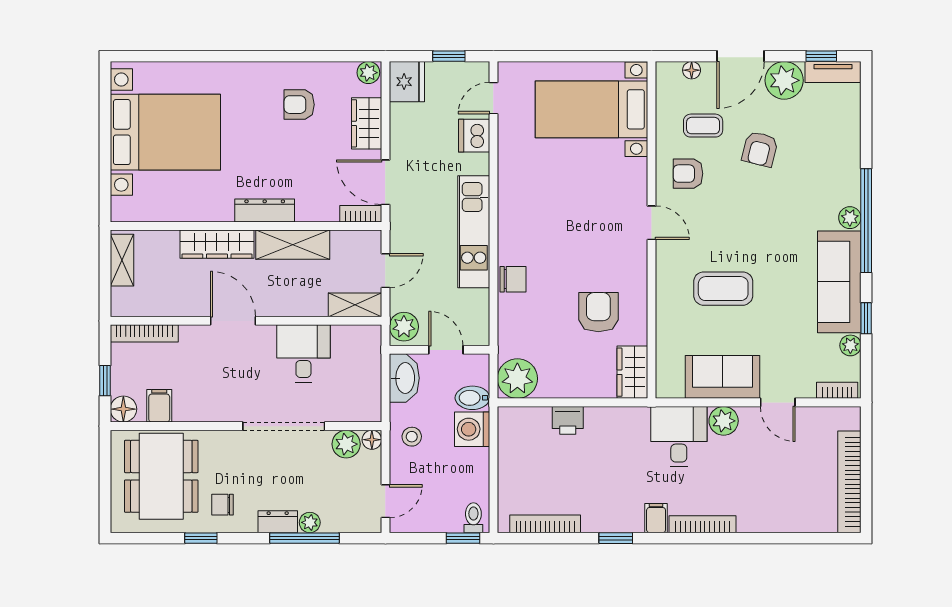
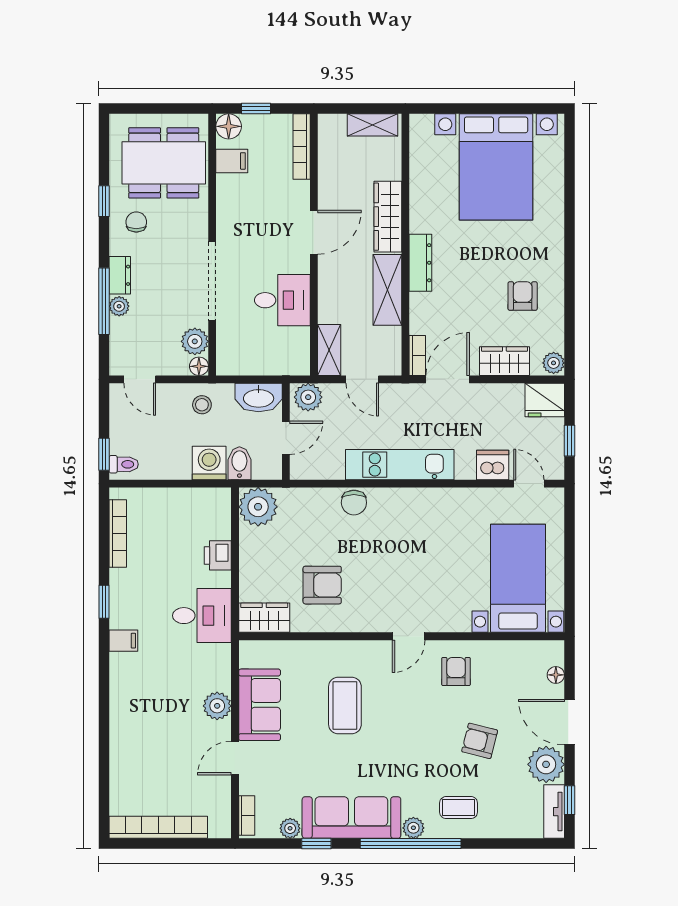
coffee table: (703, 126) -> (459, 808), moved, turned 90
desk: (679, 437) -> (202, 616), moved
bookcase: (703, 524) -> (117, 686), removed

